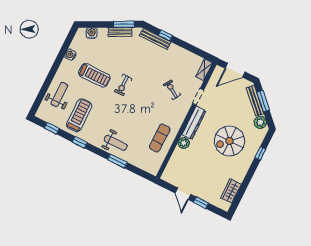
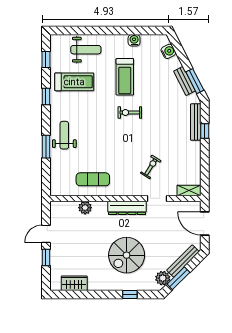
window: (263, 101) -> (178, 278), moved
spiral stairs: (229, 141) -> (127, 255), turned -90
weight bench: (116, 143) -> (64, 135), turned 180
plant: (184, 143) -> (85, 208), moved

